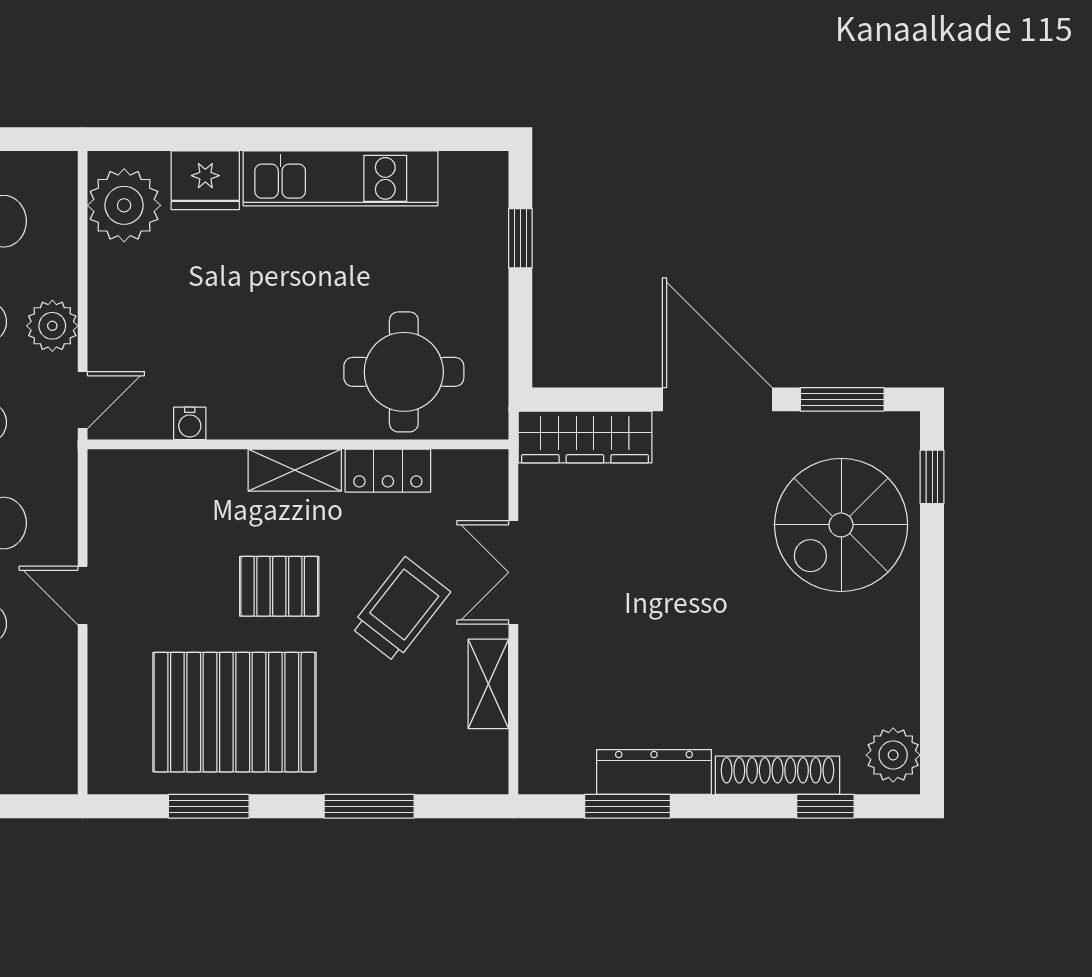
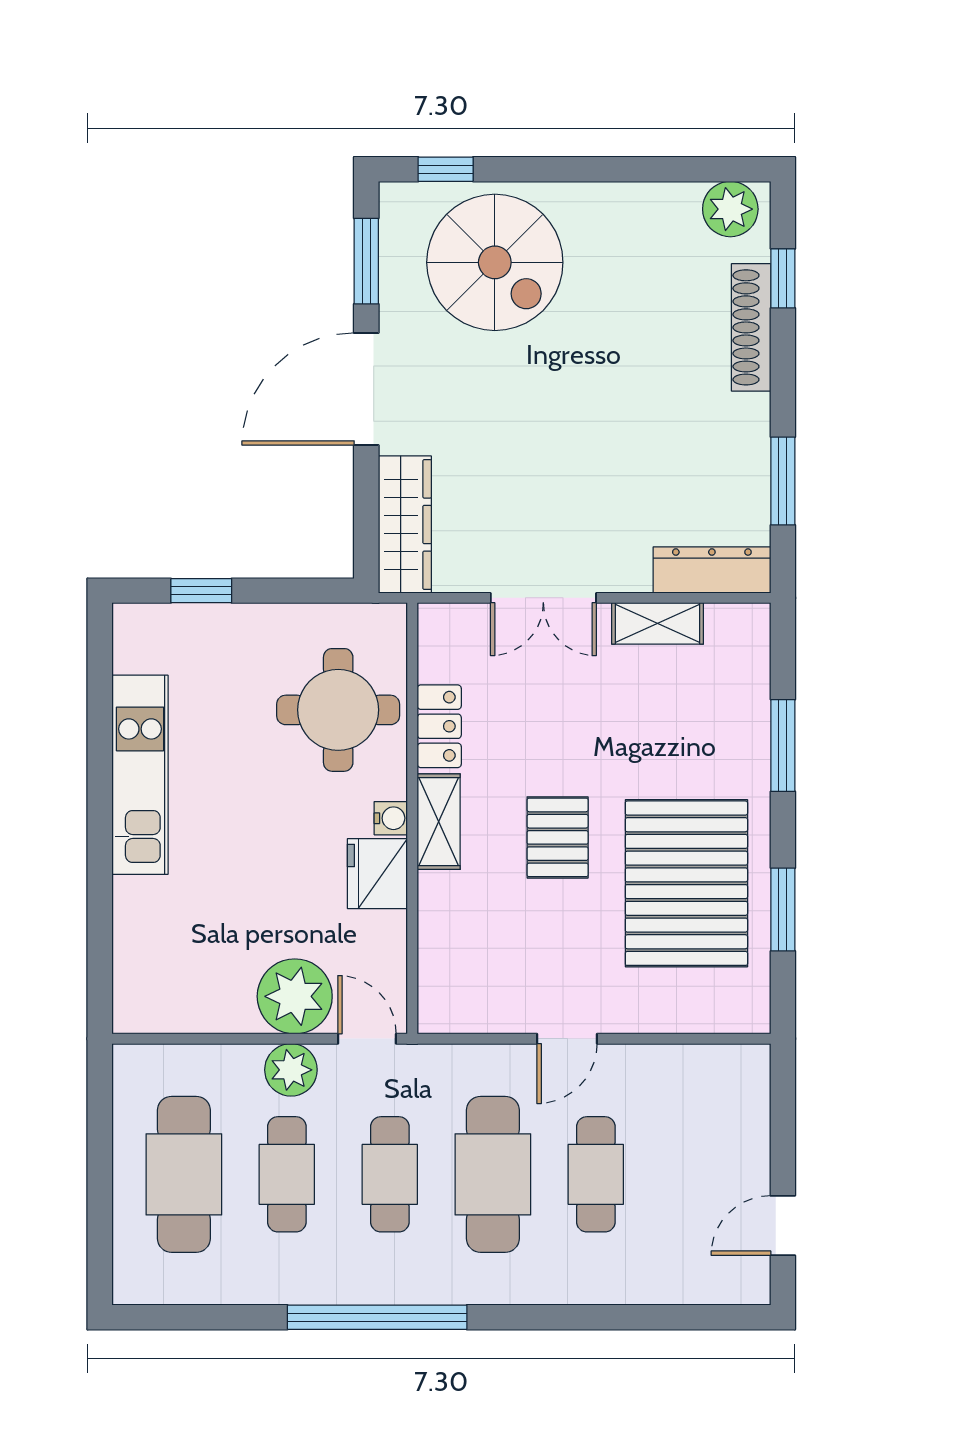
fridge: (205, 180) -> (377, 874), moved, turned 180
plant: (124, 205) -> (295, 996), moved
water cooler: (190, 423) -> (391, 818), moved
trolley: (400, 609) -> (581, 713), removed
dresser: (654, 772) -> (712, 570), moved, turned 90

